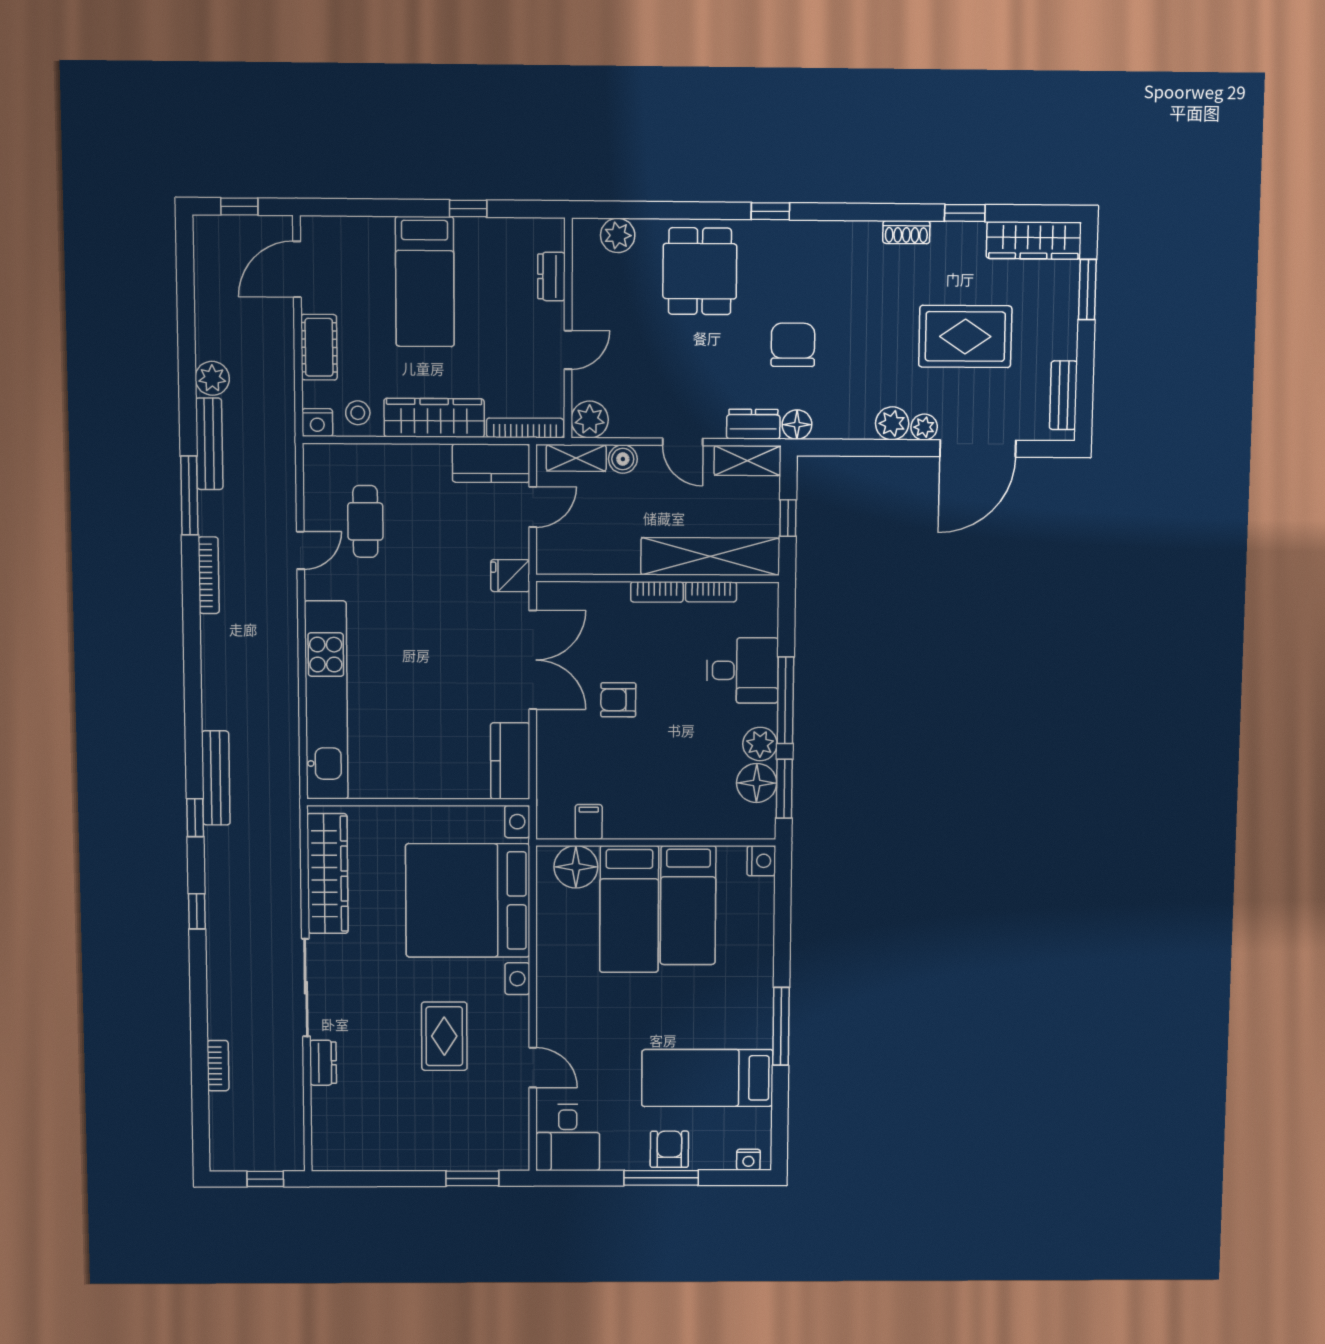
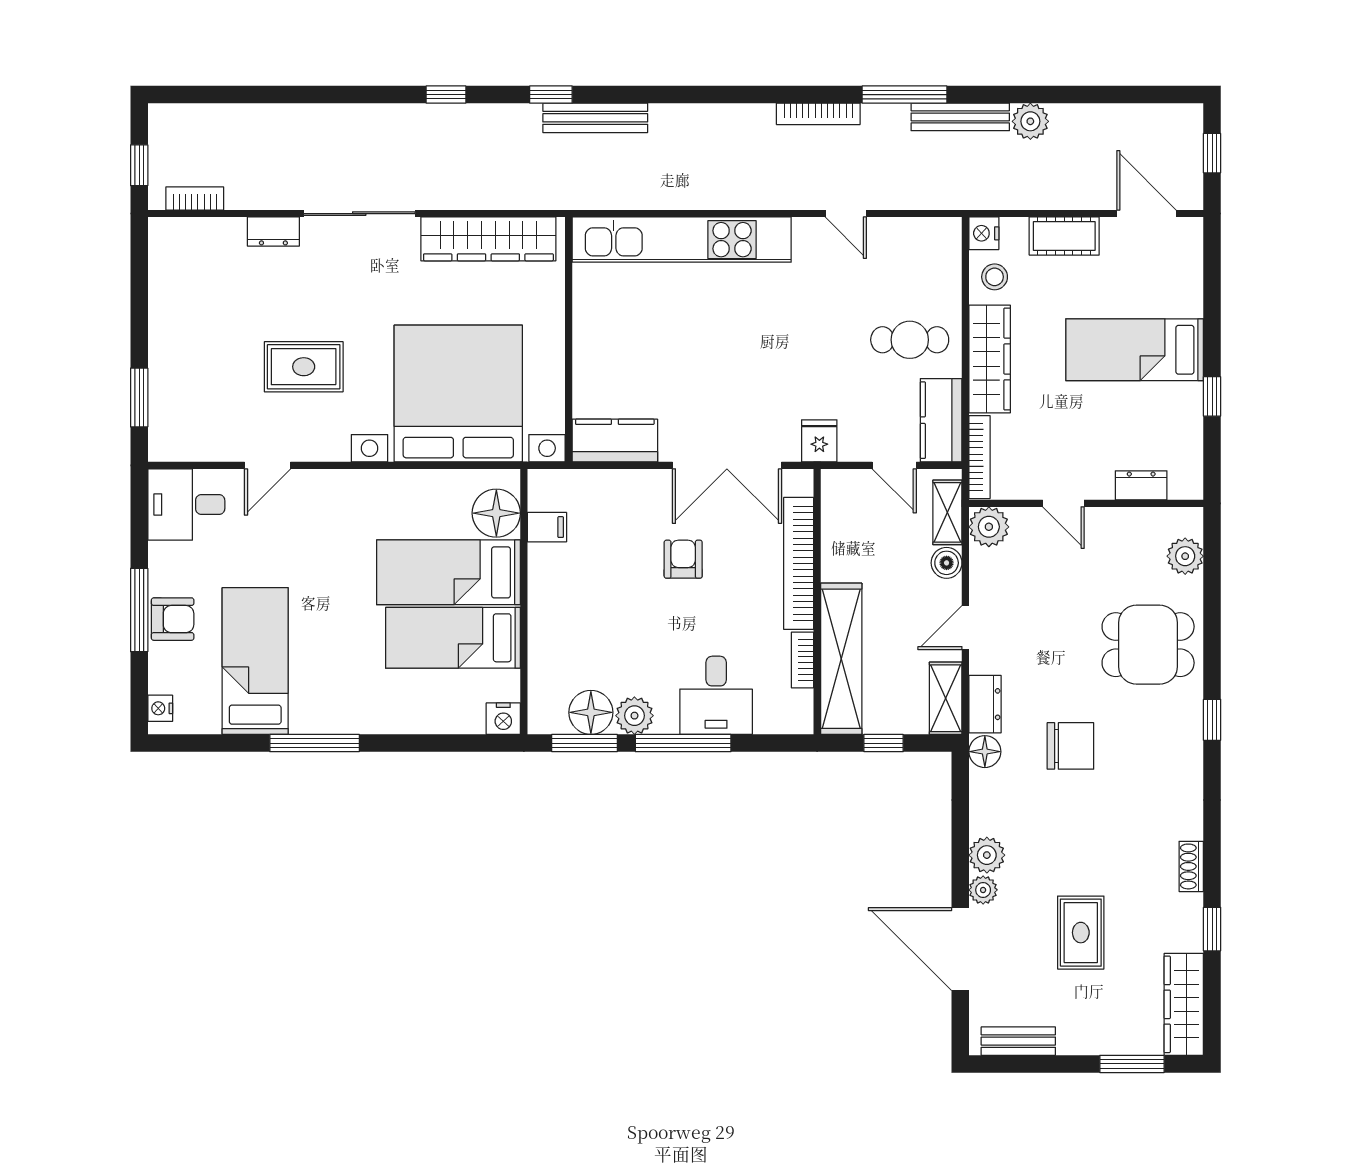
rug: (965, 336) -> (1081, 933), width x0.73, depth x0.70
cafe table: (365, 521) -> (910, 340), moved
bookcase: (657, 592) -> (799, 563), width x2.31, depth x1.31
bookcase: (218, 1066) -> (195, 199), moved, turned 180

